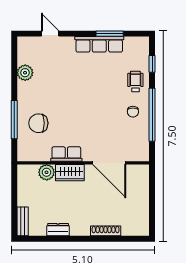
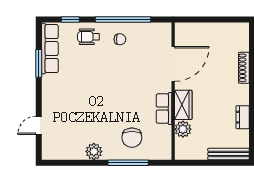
row of seats: (99, 44) -> (50, 49), moved
plant: (25, 73) -> (94, 151), moved
bench: (23, 221) -> (228, 154), width x1.36

